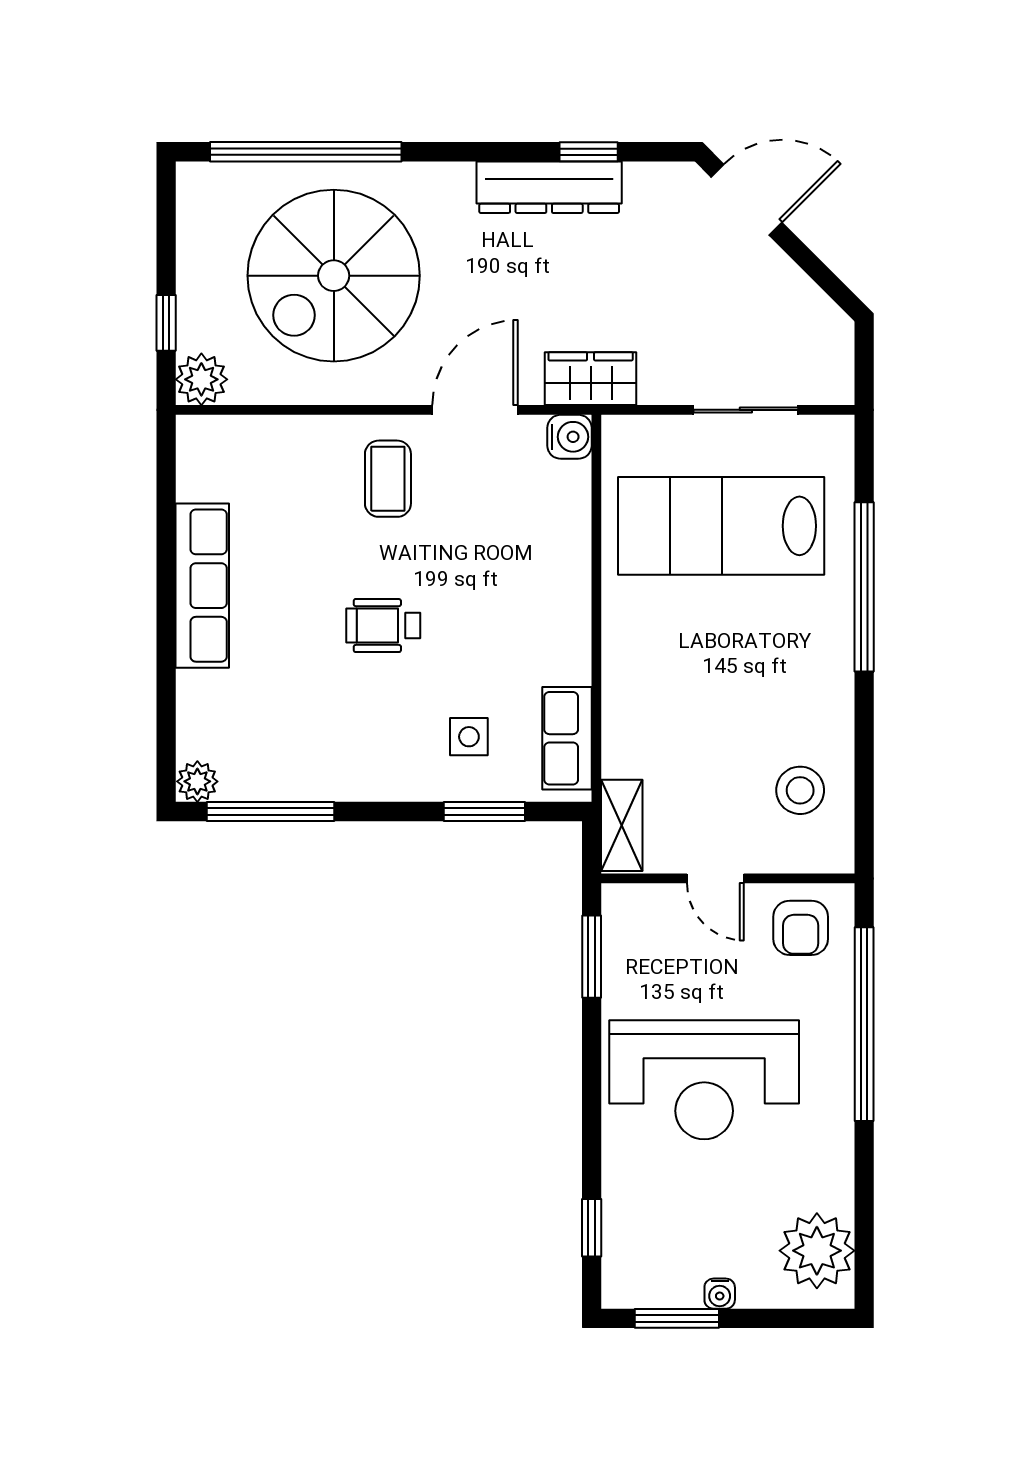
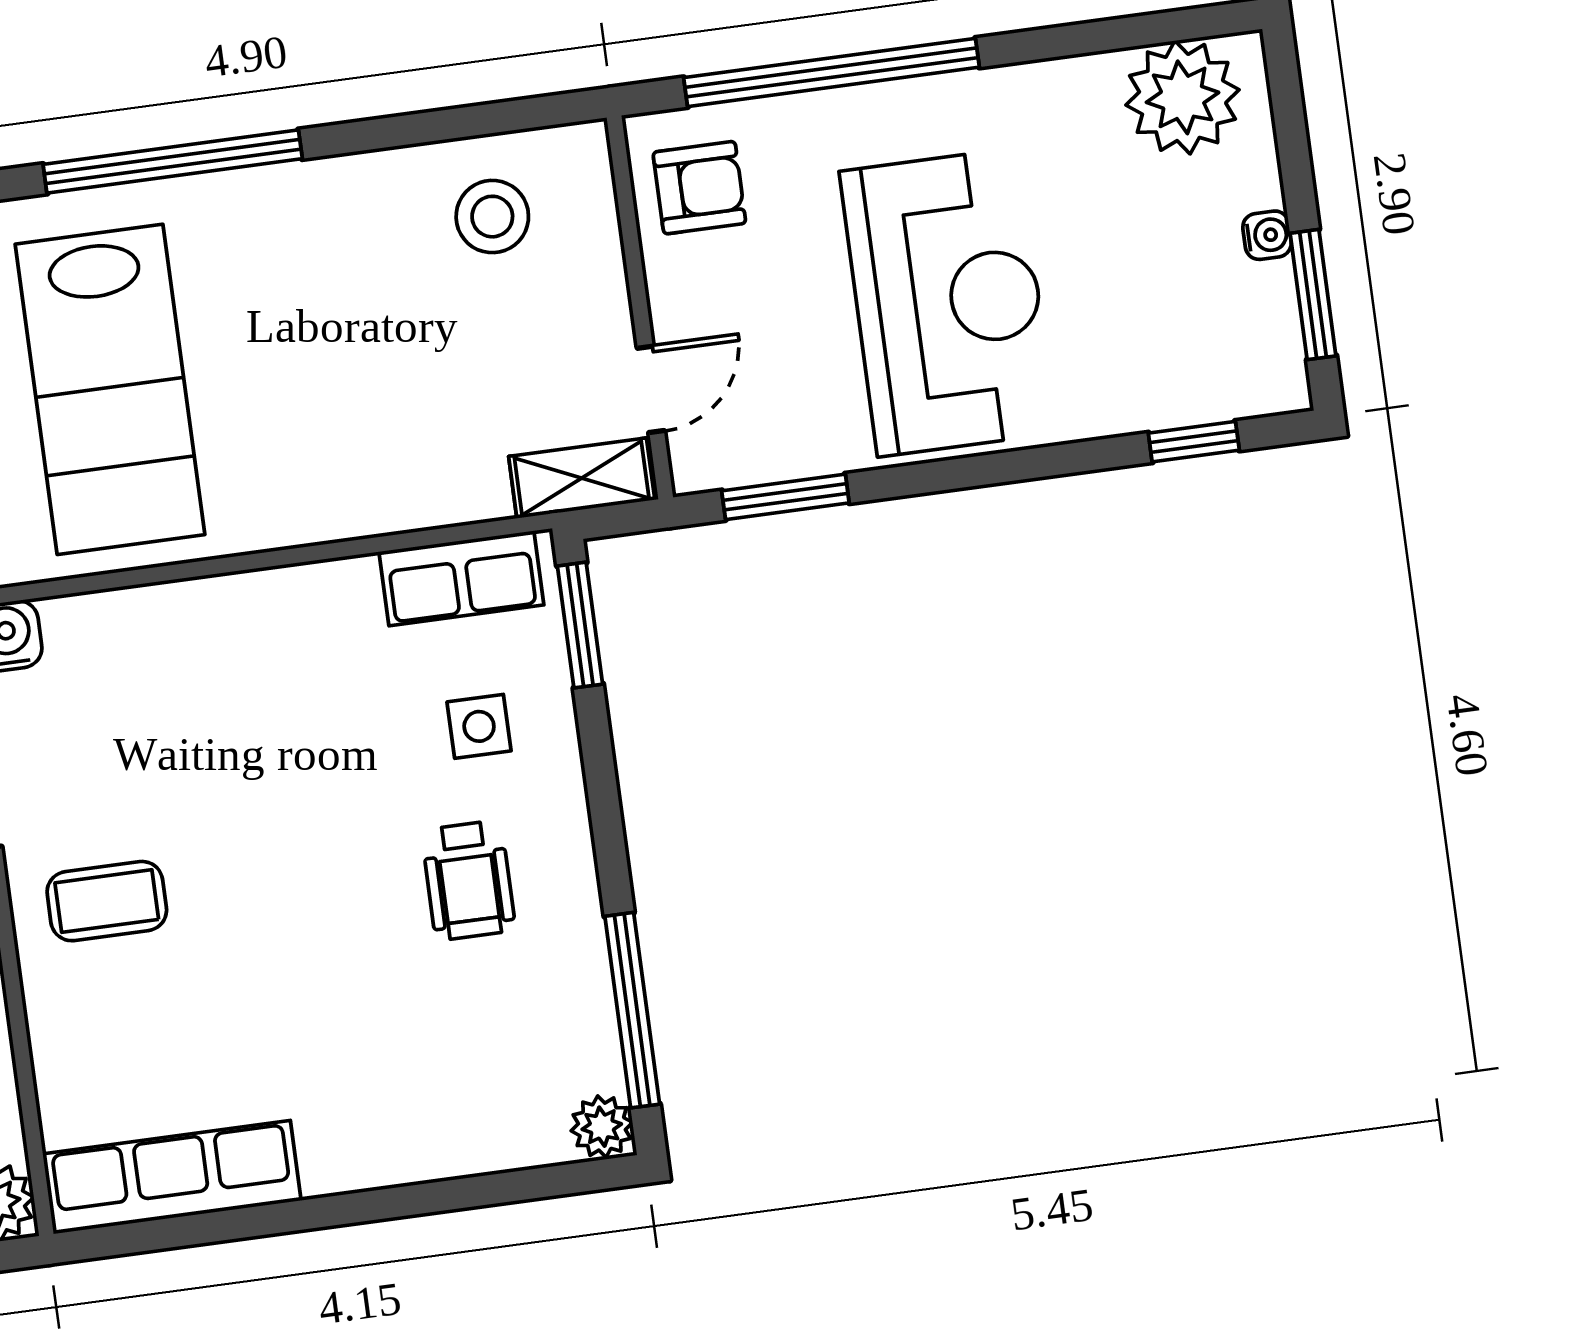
row of seats: (202, 586) -> (172, 1177), moved
wheelchair: (383, 626) -> (468, 880), moved
window: (484, 812) -> (580, 625), moved
door: (715, 878) -> (651, 389), moved

